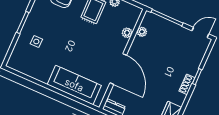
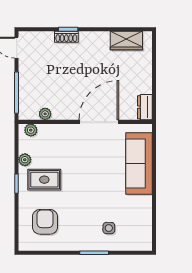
plant: (127, 33) -> (31, 130), moved
shoe rack: (187, 84) -> (66, 37), moved

